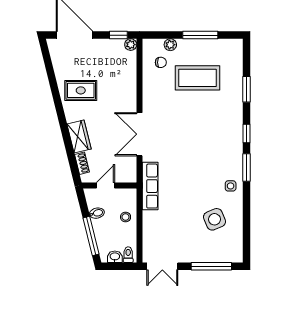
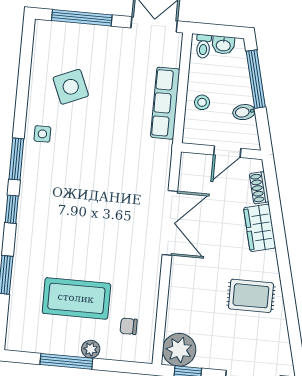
plant: (131, 45) -> (179, 350), width x1.88, depth x1.88
plant: (170, 45) -> (91, 349), moved
row of seats: (150, 186) -> (165, 103), moved

